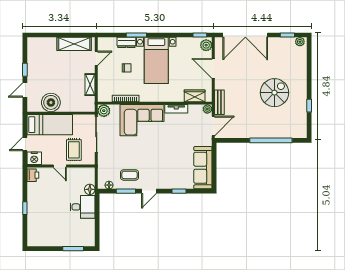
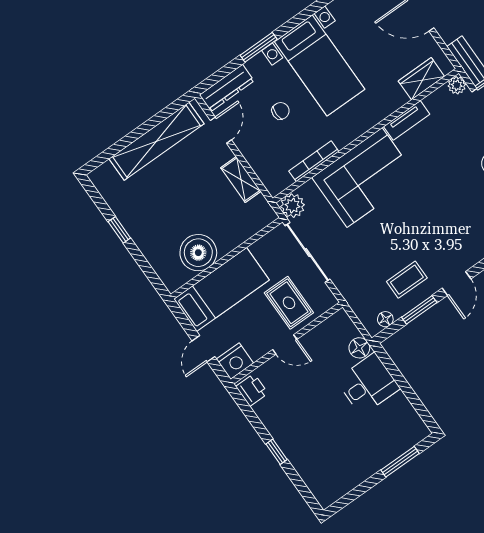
dresser: (126, 42) -> (227, 88), moved, width x1.44
shelving: (74, 44) -> (156, 141), width x1.47
door: (25, 90) -> (142, 262), removed

